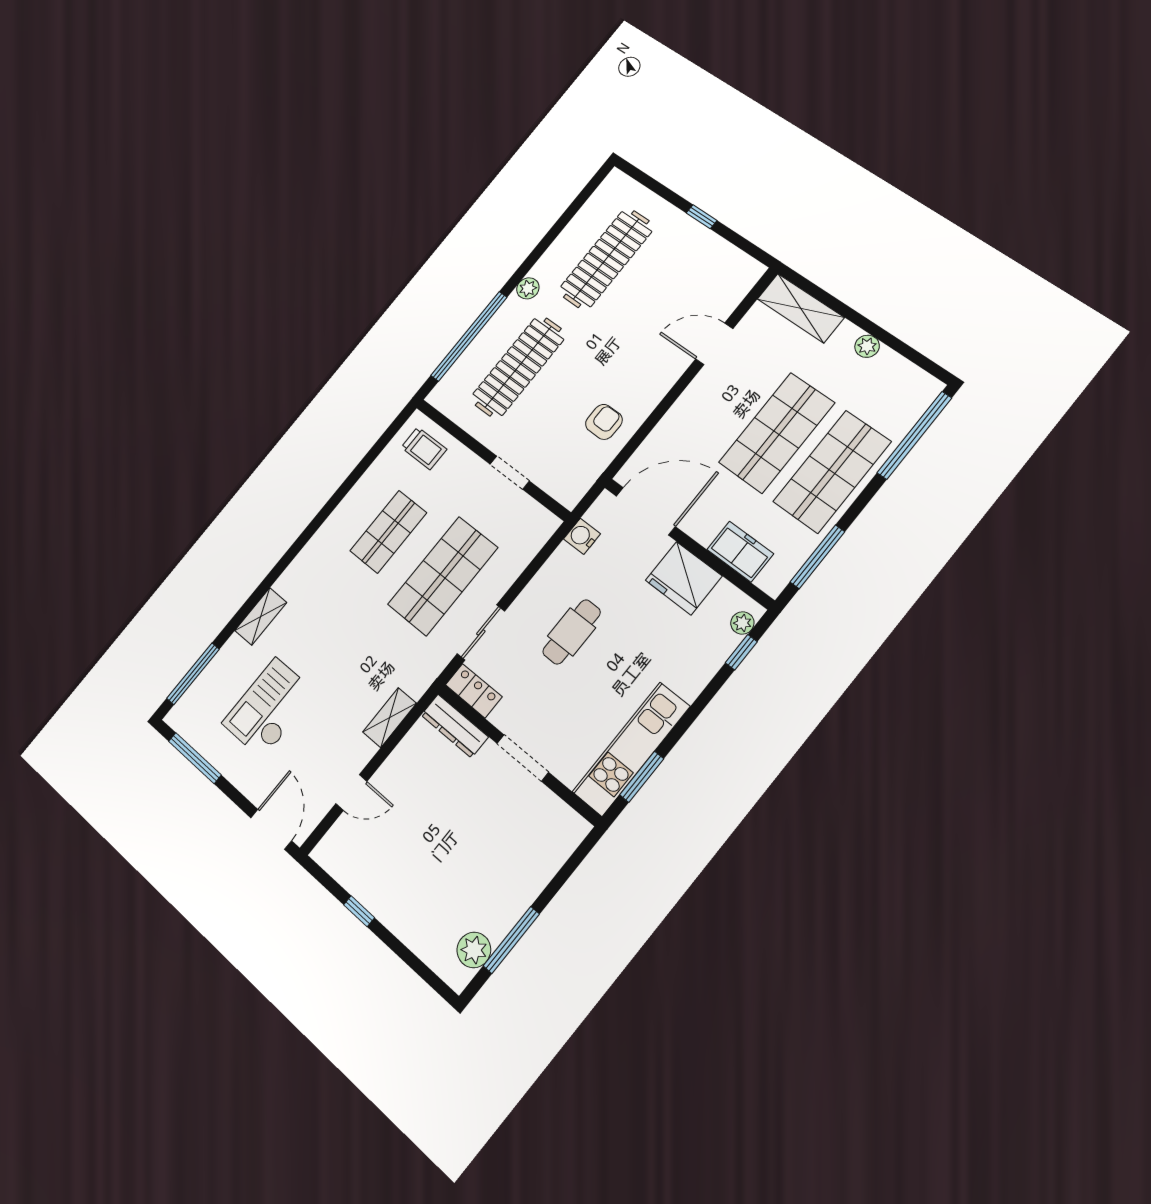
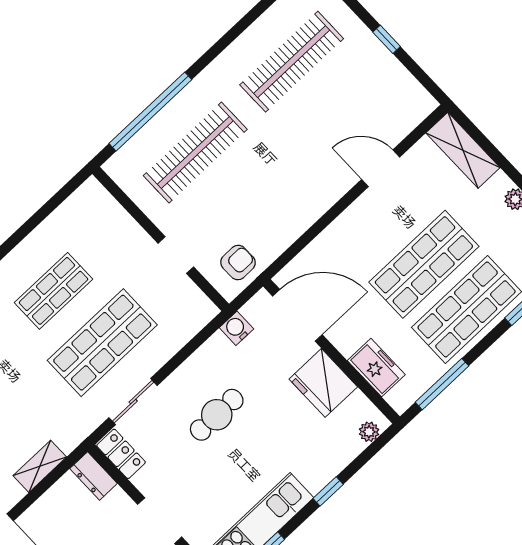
plant: (528, 288) -> (213, 75), removed
armchair: (604, 422) -> (238, 262), moved
trolley: (424, 448) -> (96, 215), removed
window: (741, 652) -> (328, 491), moved
dresser: (455, 726) -> (94, 476), width x0.70

